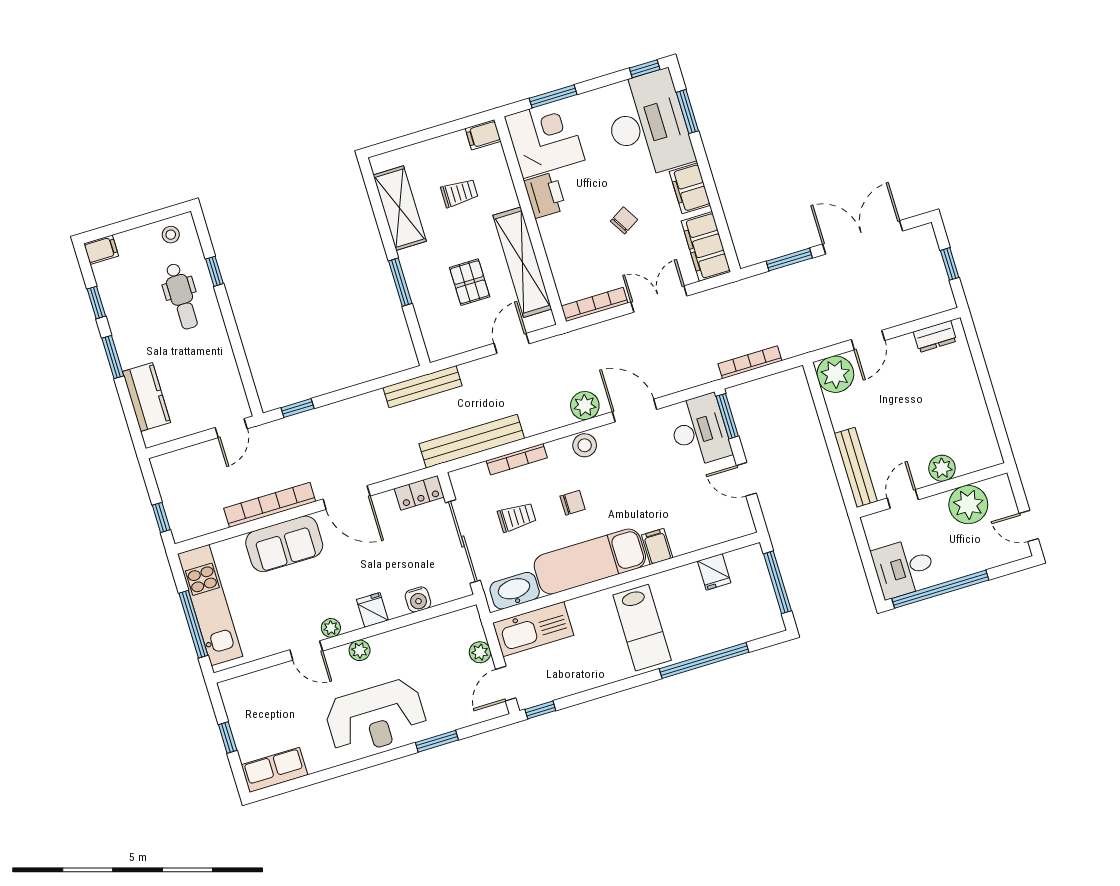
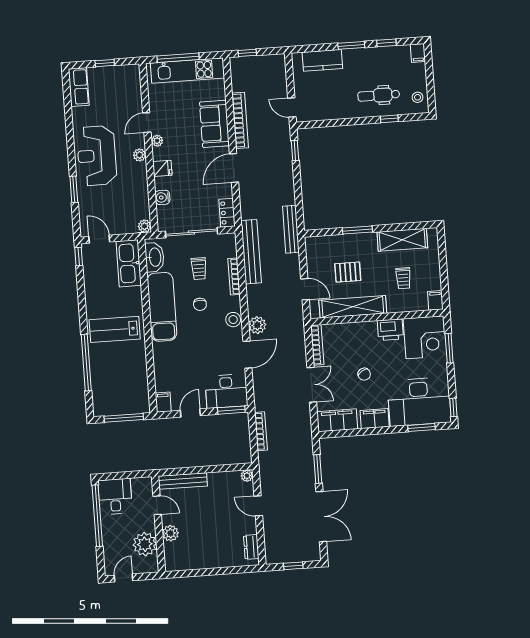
plant: (835, 374) -> (247, 476), width x0.53, depth x0.53
filing cabinet: (657, 546) -> (163, 402), moved, turned -90
fridge: (714, 572) -> (139, 381), removed
plant: (480, 652) -> (144, 226), moved

